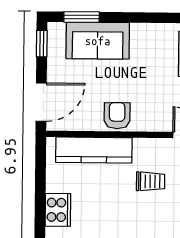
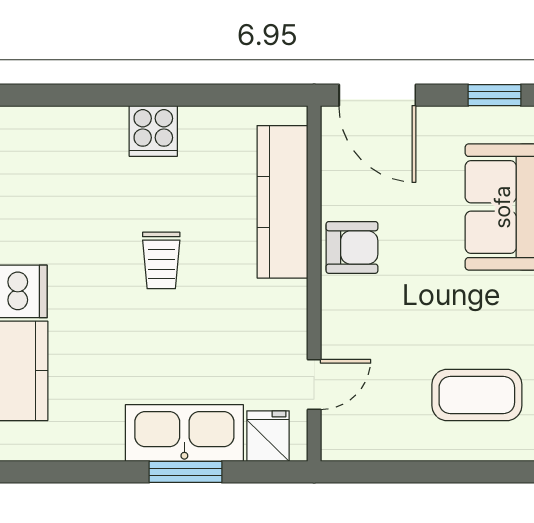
trolley: (151, 181) -> (161, 260), moved
cooker: (58, 210) -> (153, 131), width x0.73

